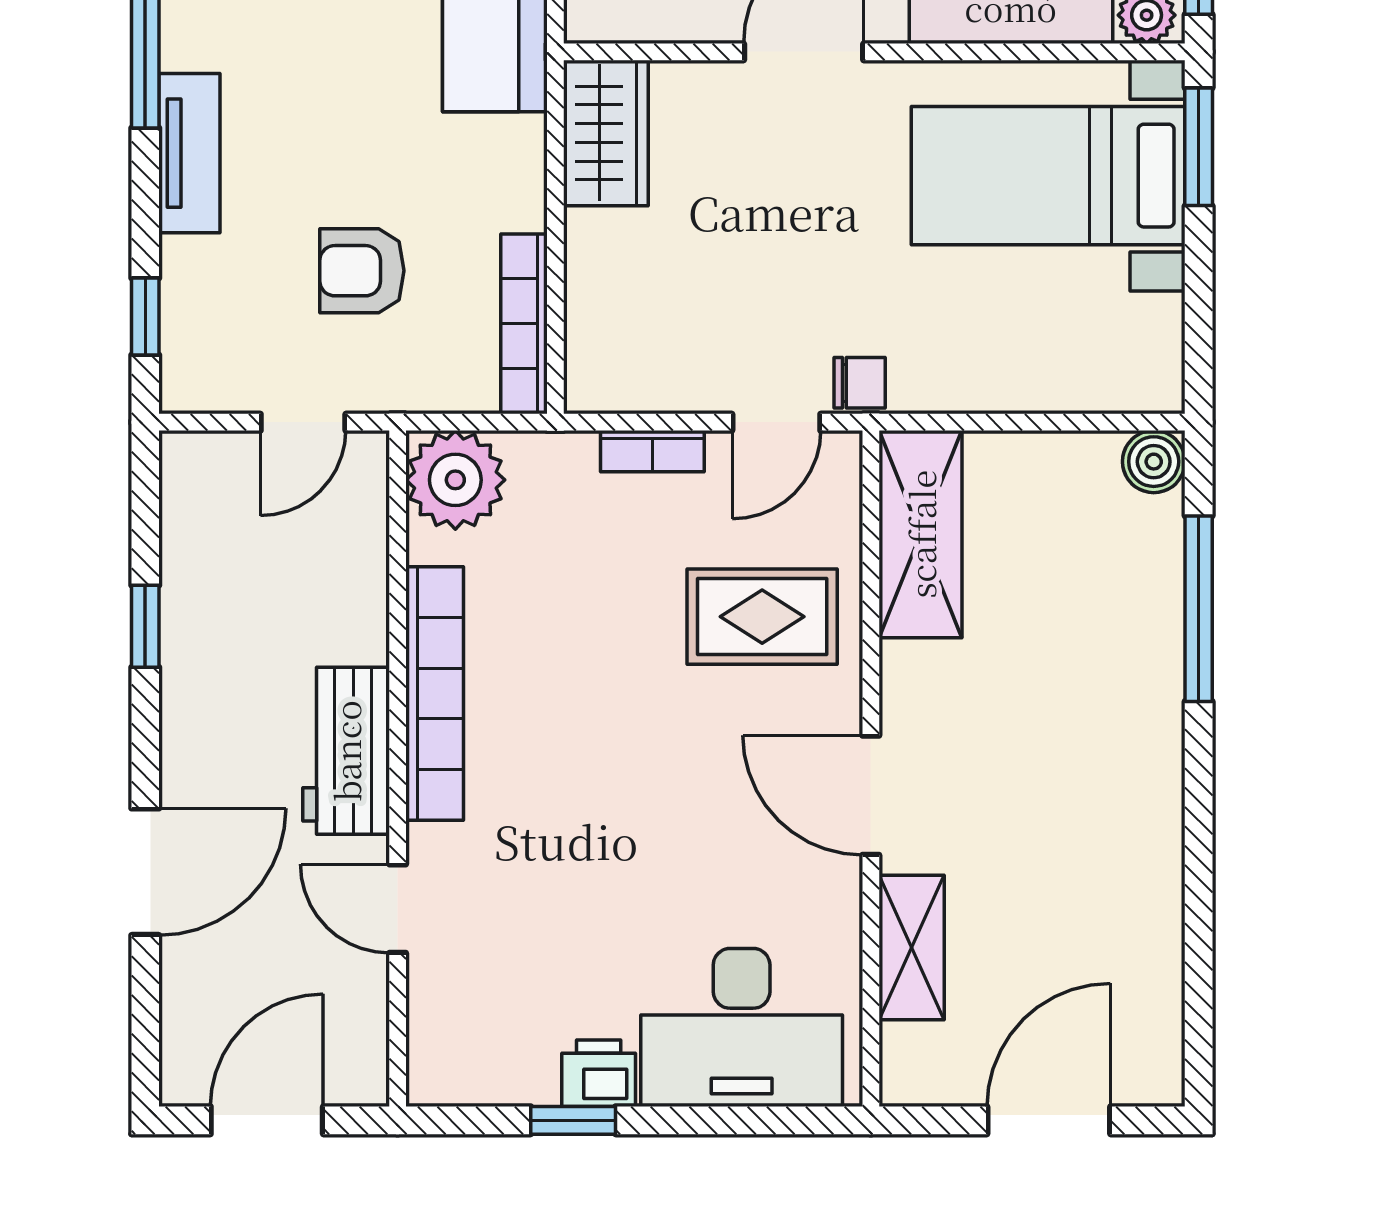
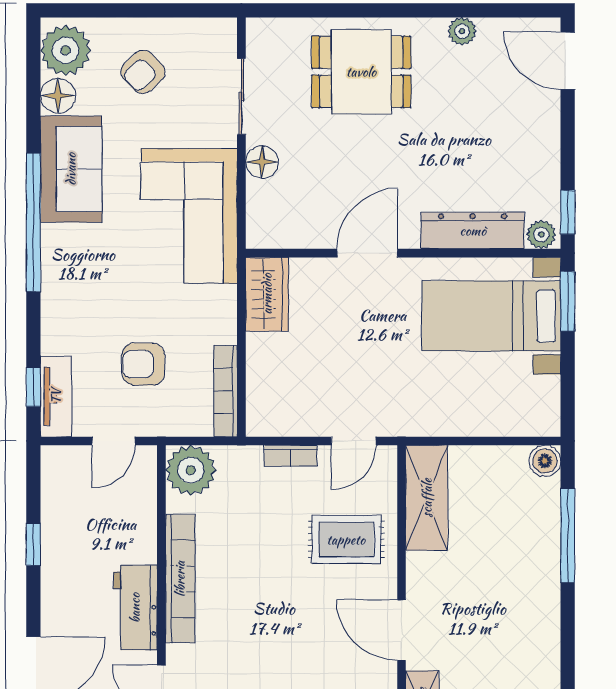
tv unit: (189, 153) -> (56, 396), moved
chair: (860, 383) -> (396, 421), removed

